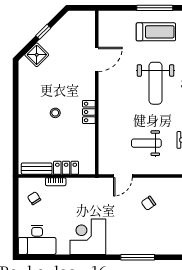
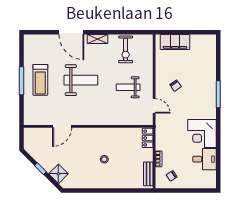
treadmill: (156, 32) -> (40, 80), turned 180
door: (97, 59) -> (62, 126), swing flipped
locker: (89, 112) -> (104, 133), removed
weight bench: (146, 143) -> (128, 87), turned 90
locker: (66, 168) -> (148, 138), moved
desk: (37, 240) -> (204, 159), moved, width x0.73

